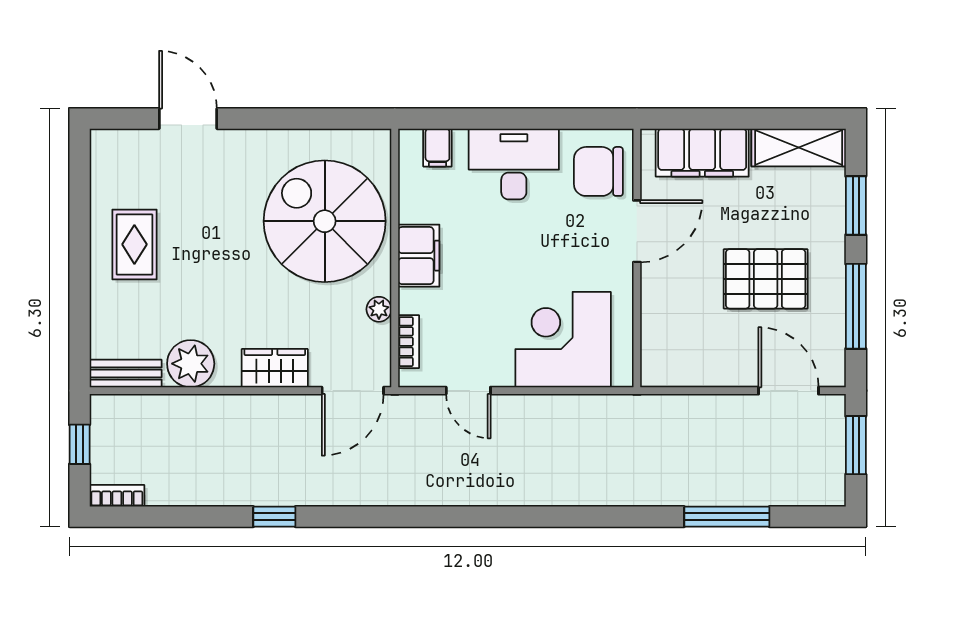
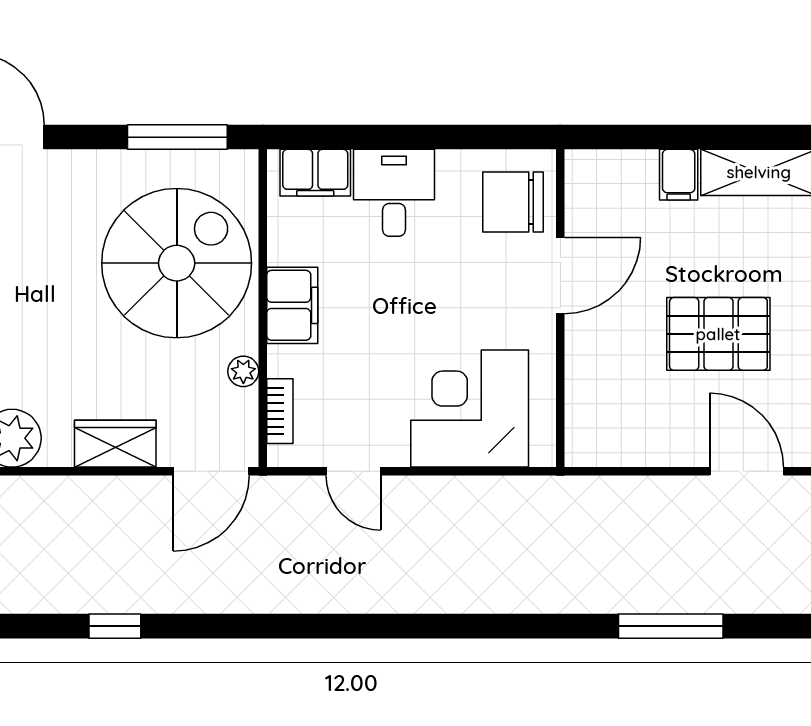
window: (325, 119) -> (177, 137), added
filing cabinet: (437, 148) -> (315, 173), width x2.00
filing cabinet: (702, 153) -> (679, 175), width x0.33, depth x0.86
desk: (514, 164) -> (394, 193), width x0.73
spiral stairs: (325, 221) -> (177, 263), turned 90

